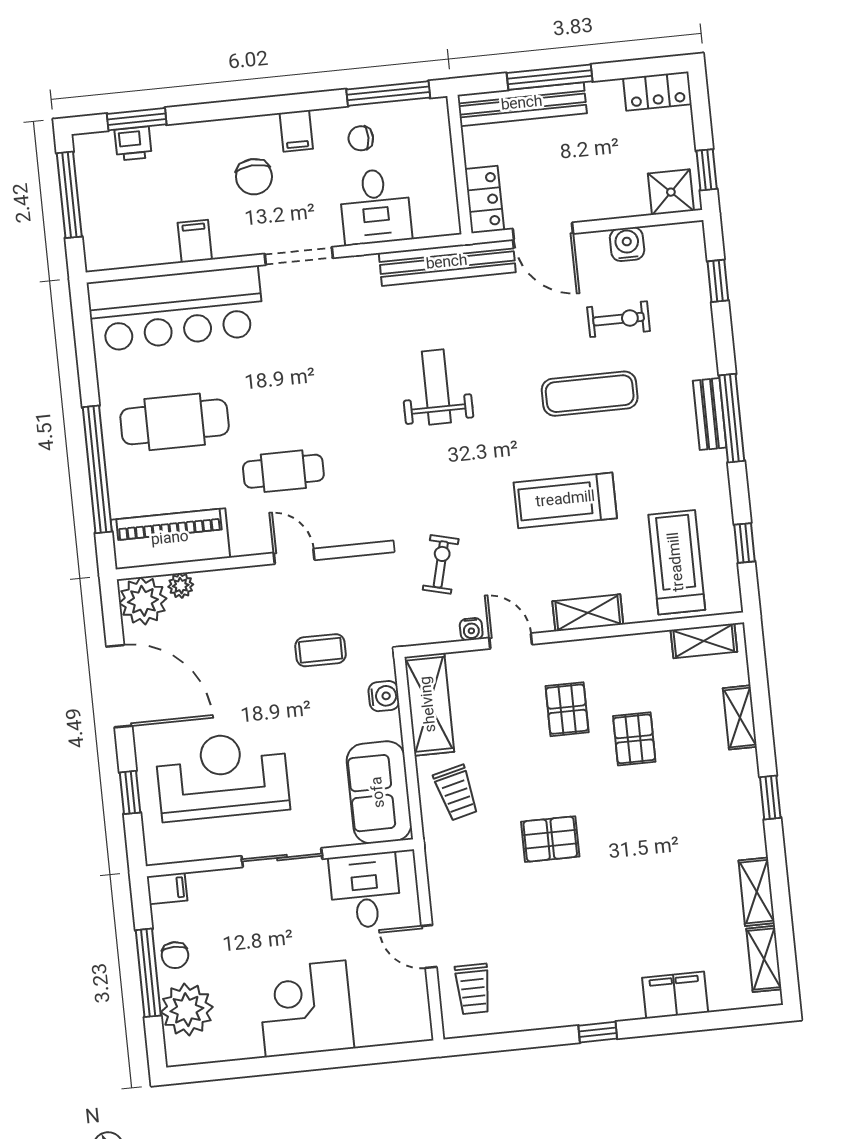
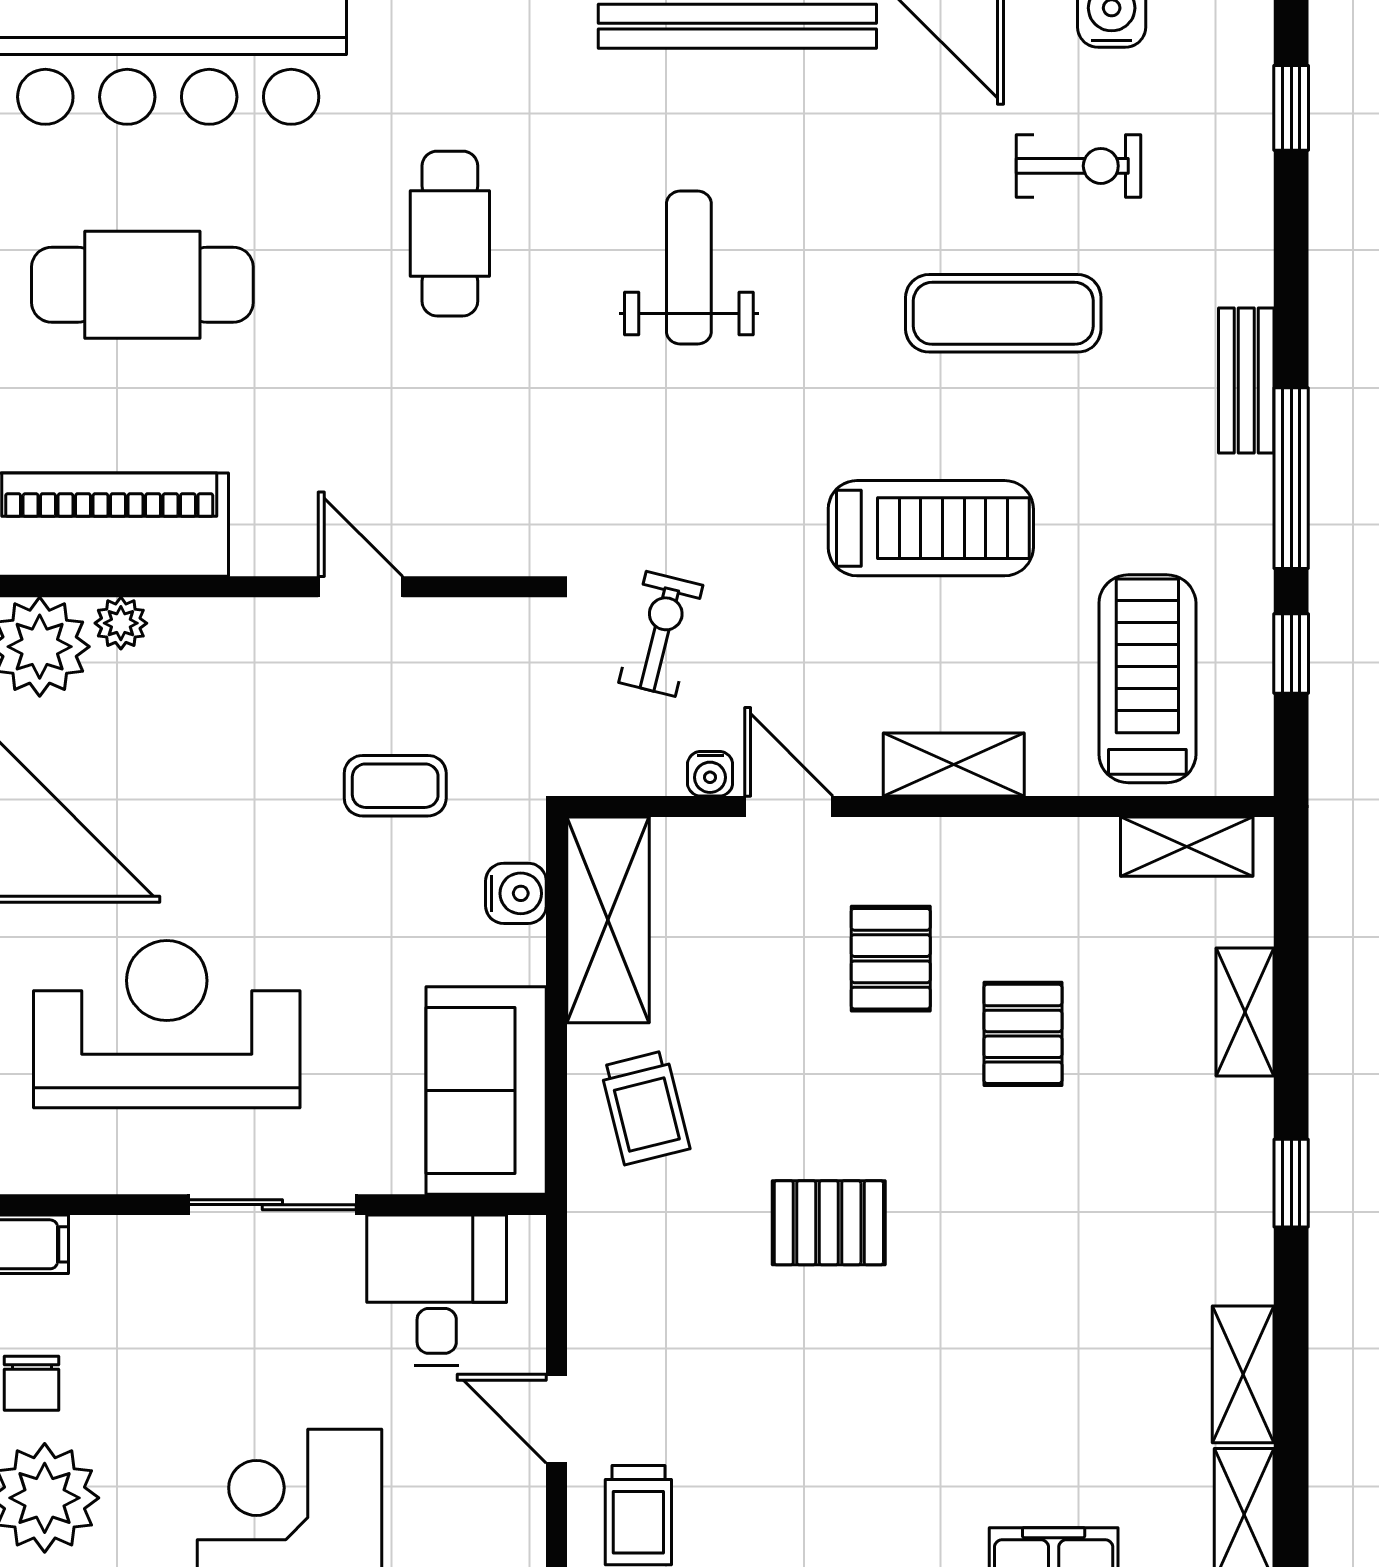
window: (732, 418) -> (1291, 478), moved
cafe table: (283, 471) -> (450, 234), moved, turned 90
treadmill: (565, 500) -> (931, 528), turned 180

